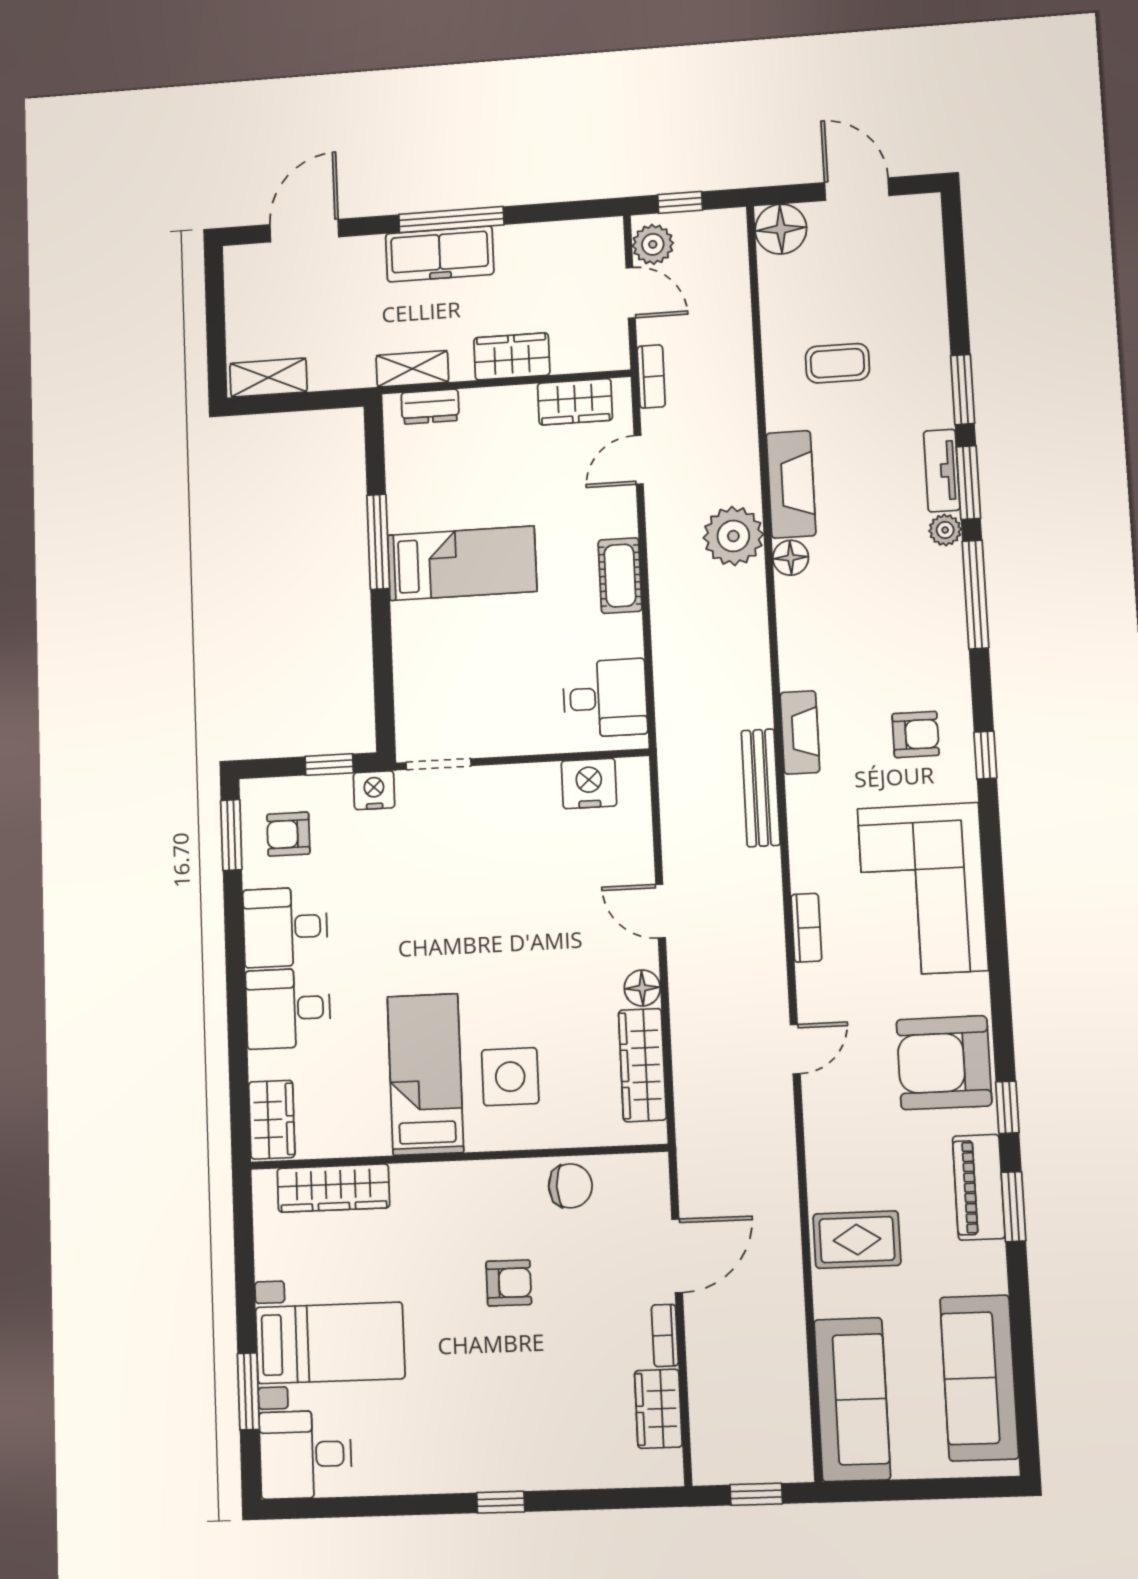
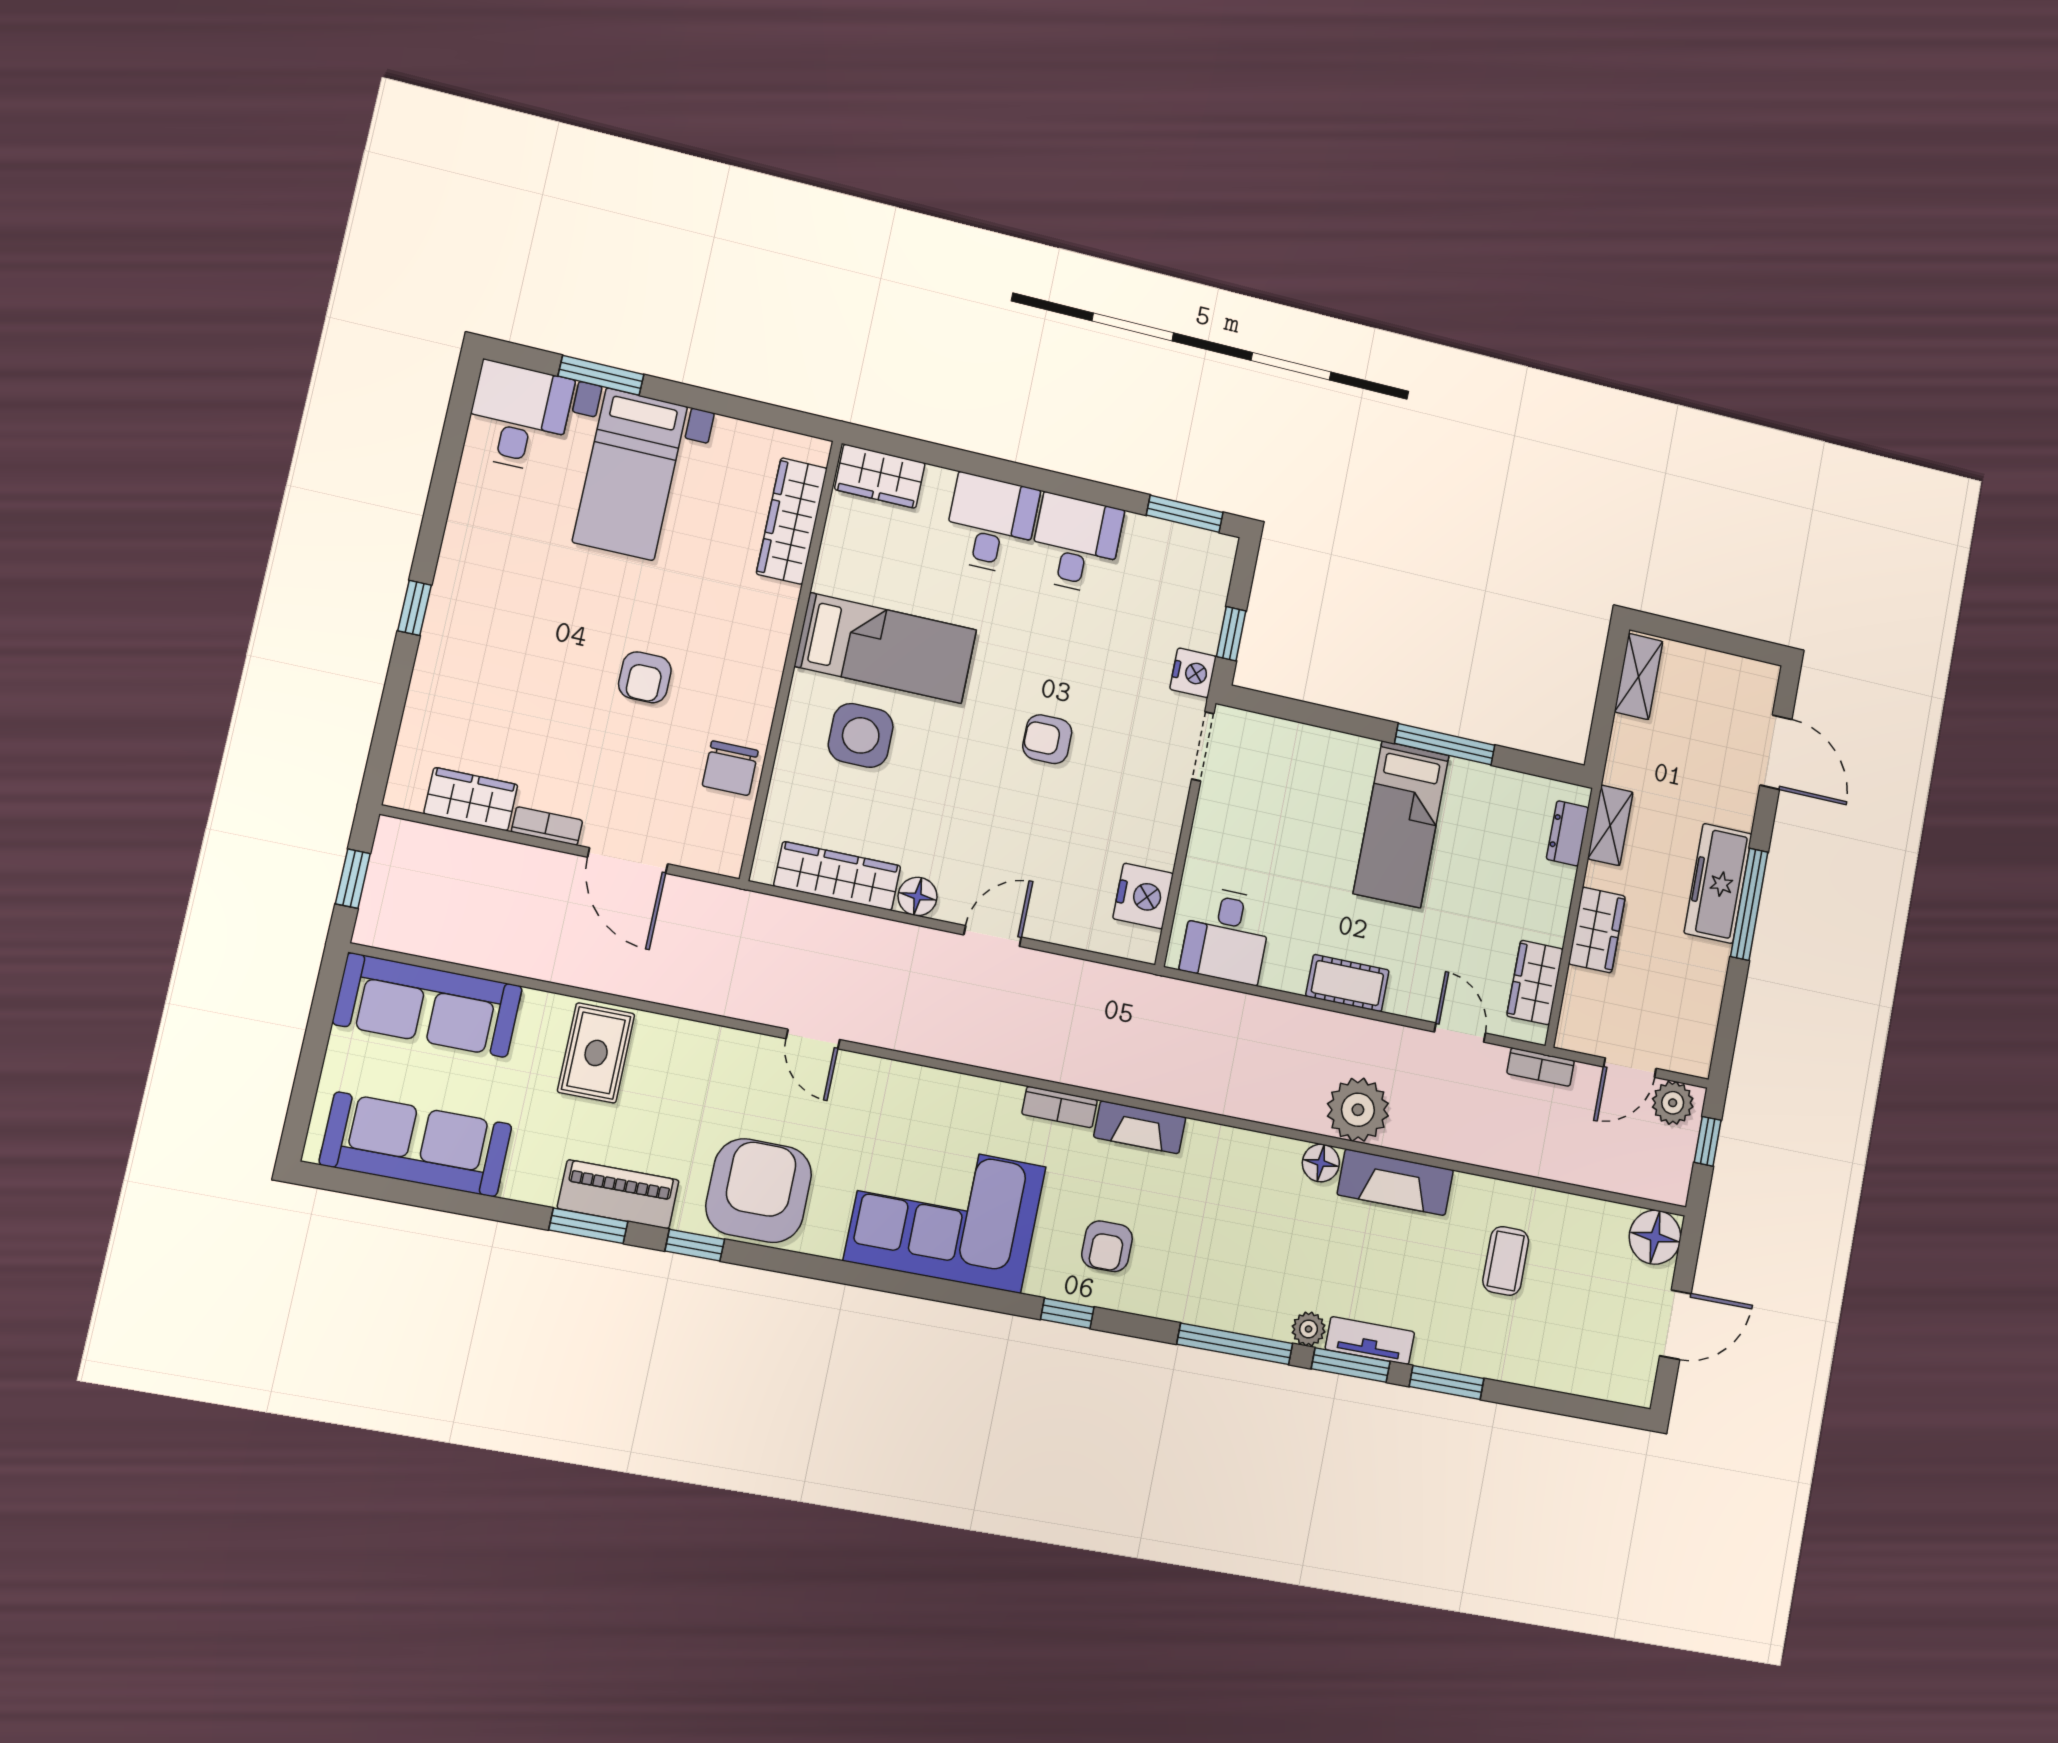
bench: (761, 788) -> (1093, 1072), removed
armchair: (288, 834) -> (1047, 739), moved, turned -90
bookcase: (806, 928) -> (1060, 1107), moved

